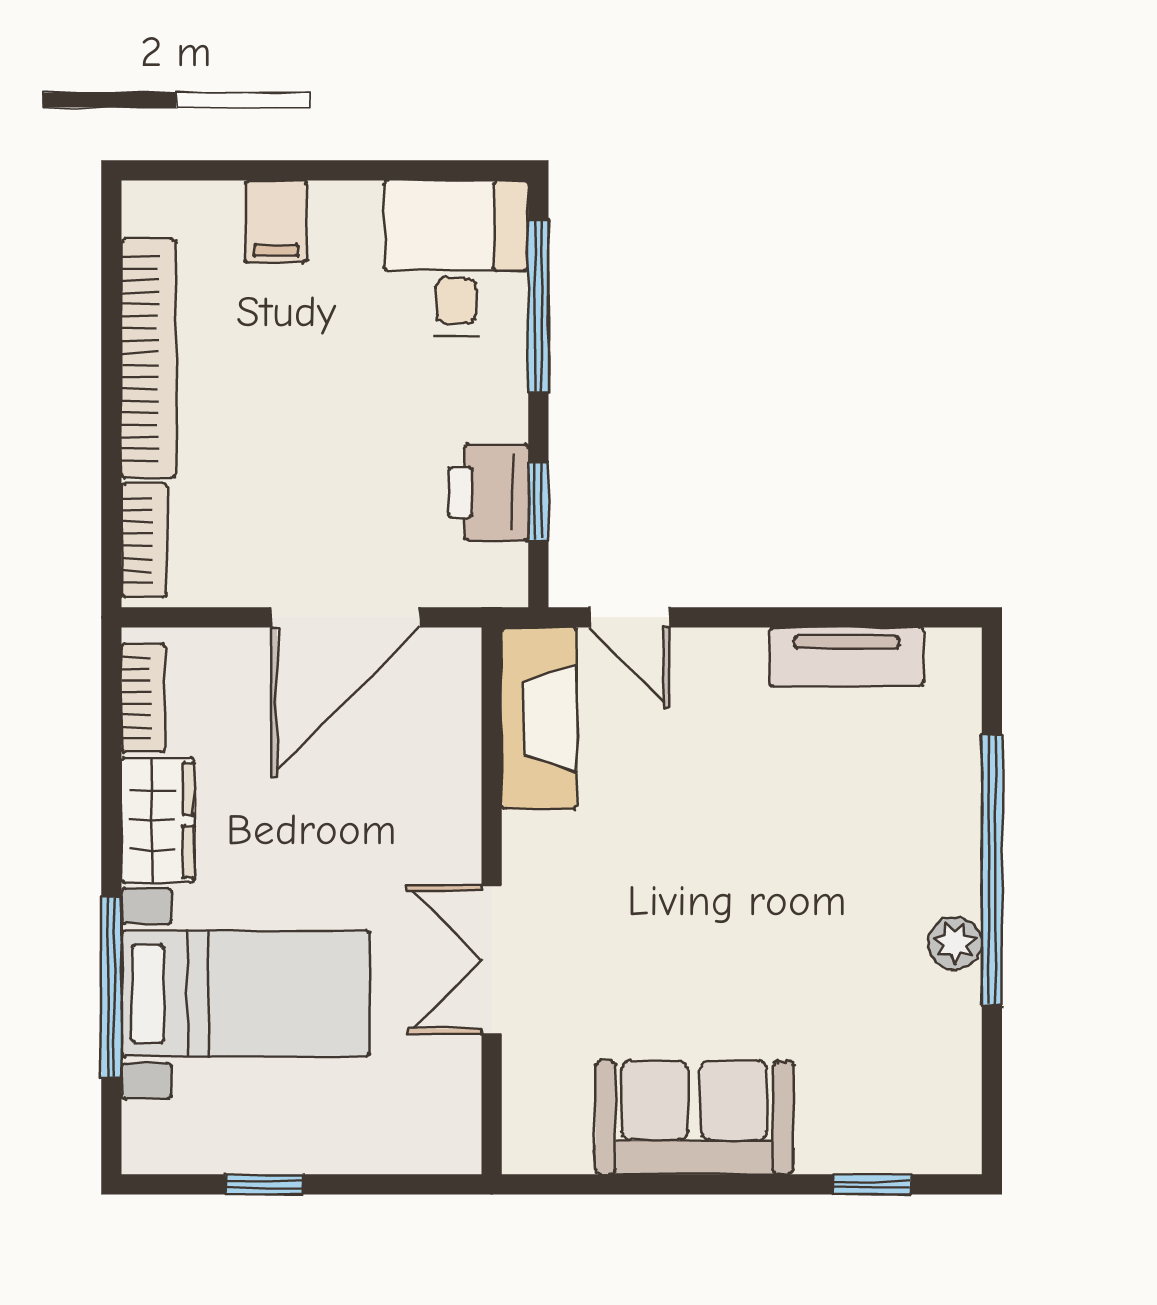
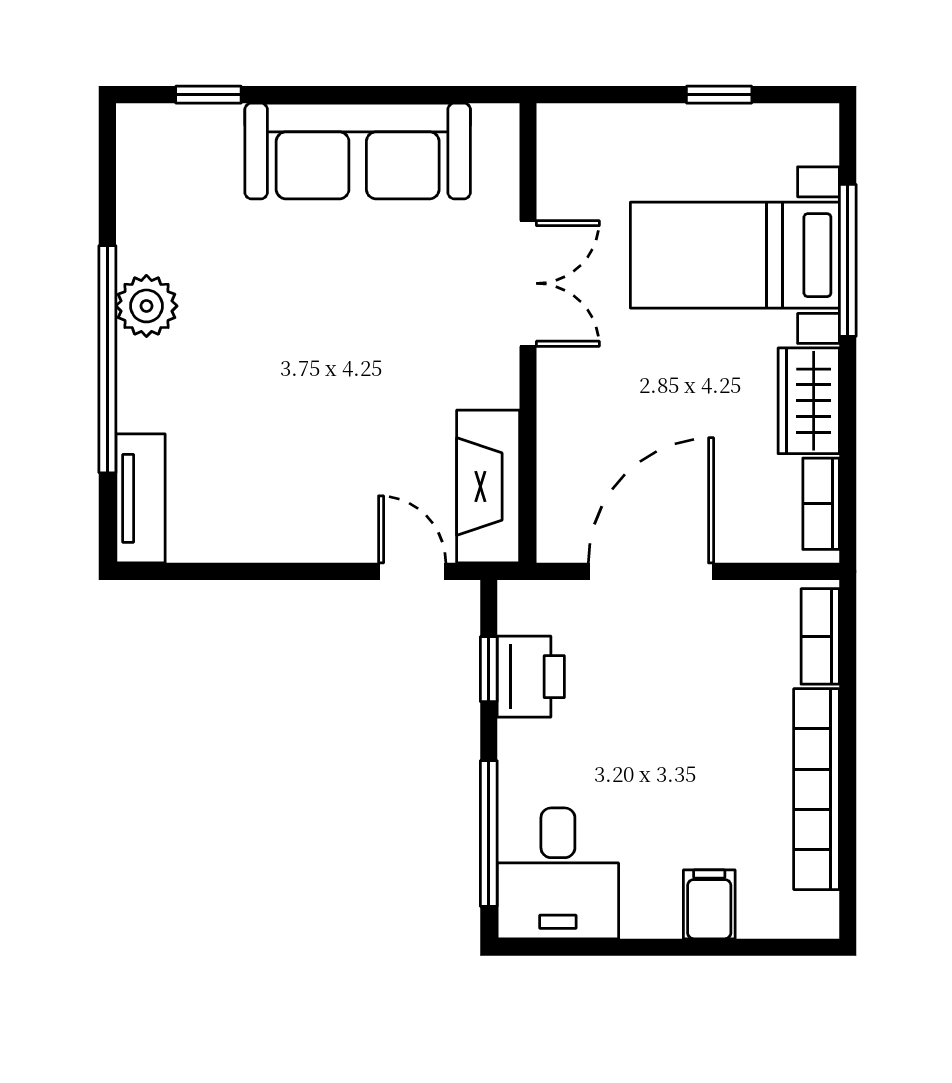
tv unit: (846, 657) -> (140, 498), moved, turned 90
plant: (955, 943) -> (146, 306), width x1.38, depth x1.38
sofa: (694, 1117) -> (358, 151), width x1.36

